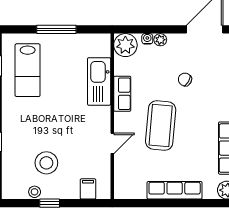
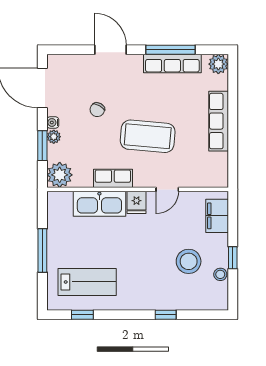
window: (152, 29) -> (42, 146), added
water cooler: (147, 39) -> (53, 122), moved
fridge: (100, 115) -> (136, 202), added
door: (112, 143) -> (167, 189), swing flipped
filing cabinet: (88, 189) -> (217, 216), width x2.00

